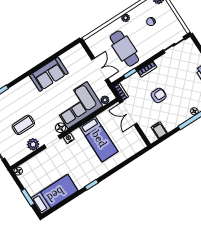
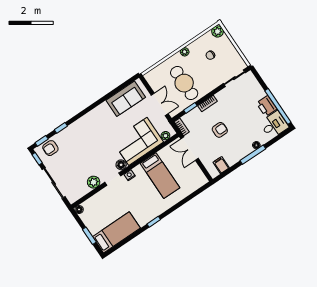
sofa: (49, 74) -> (126, 99), moved
coffee table: (23, 125) -> (83, 163), removed

